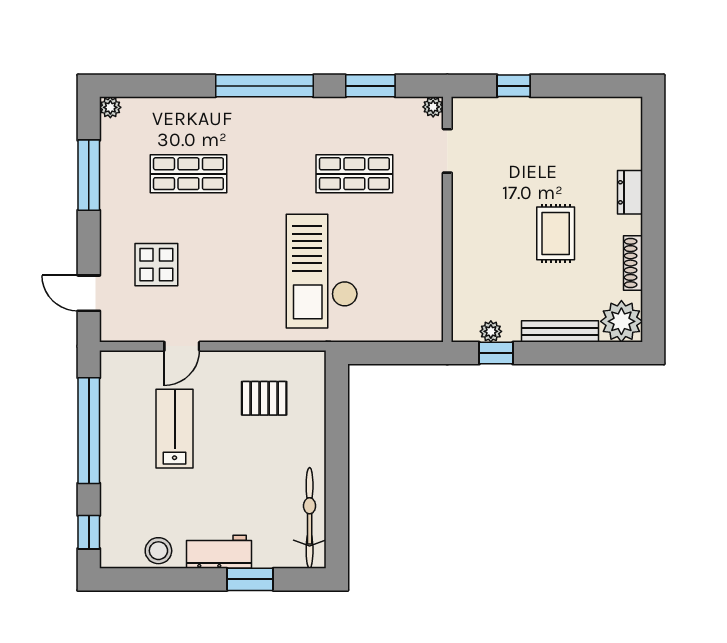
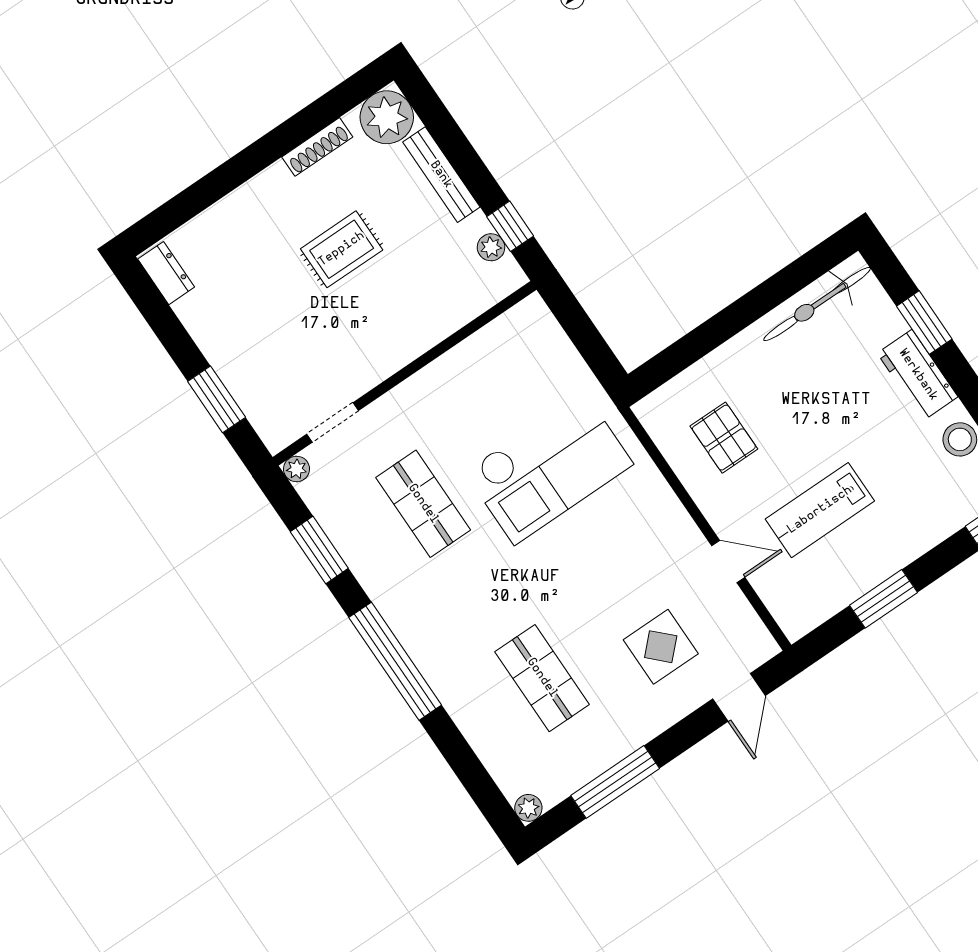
window: (514, 86) -> (217, 399), width x1.50
dresser: (630, 192) -> (166, 273), moved, turned -90
window: (89, 431) -> (883, 599), width x0.47

